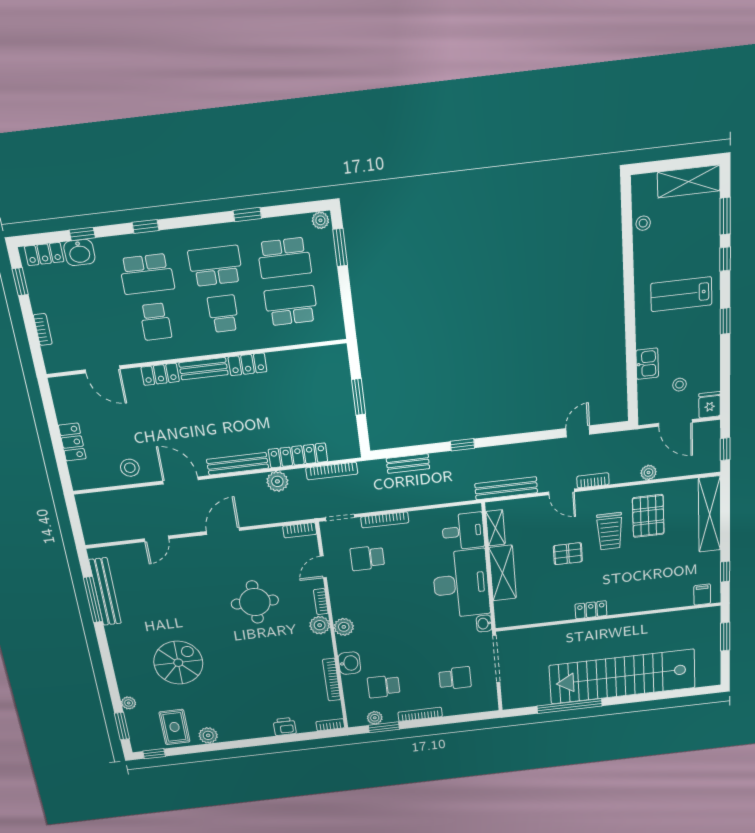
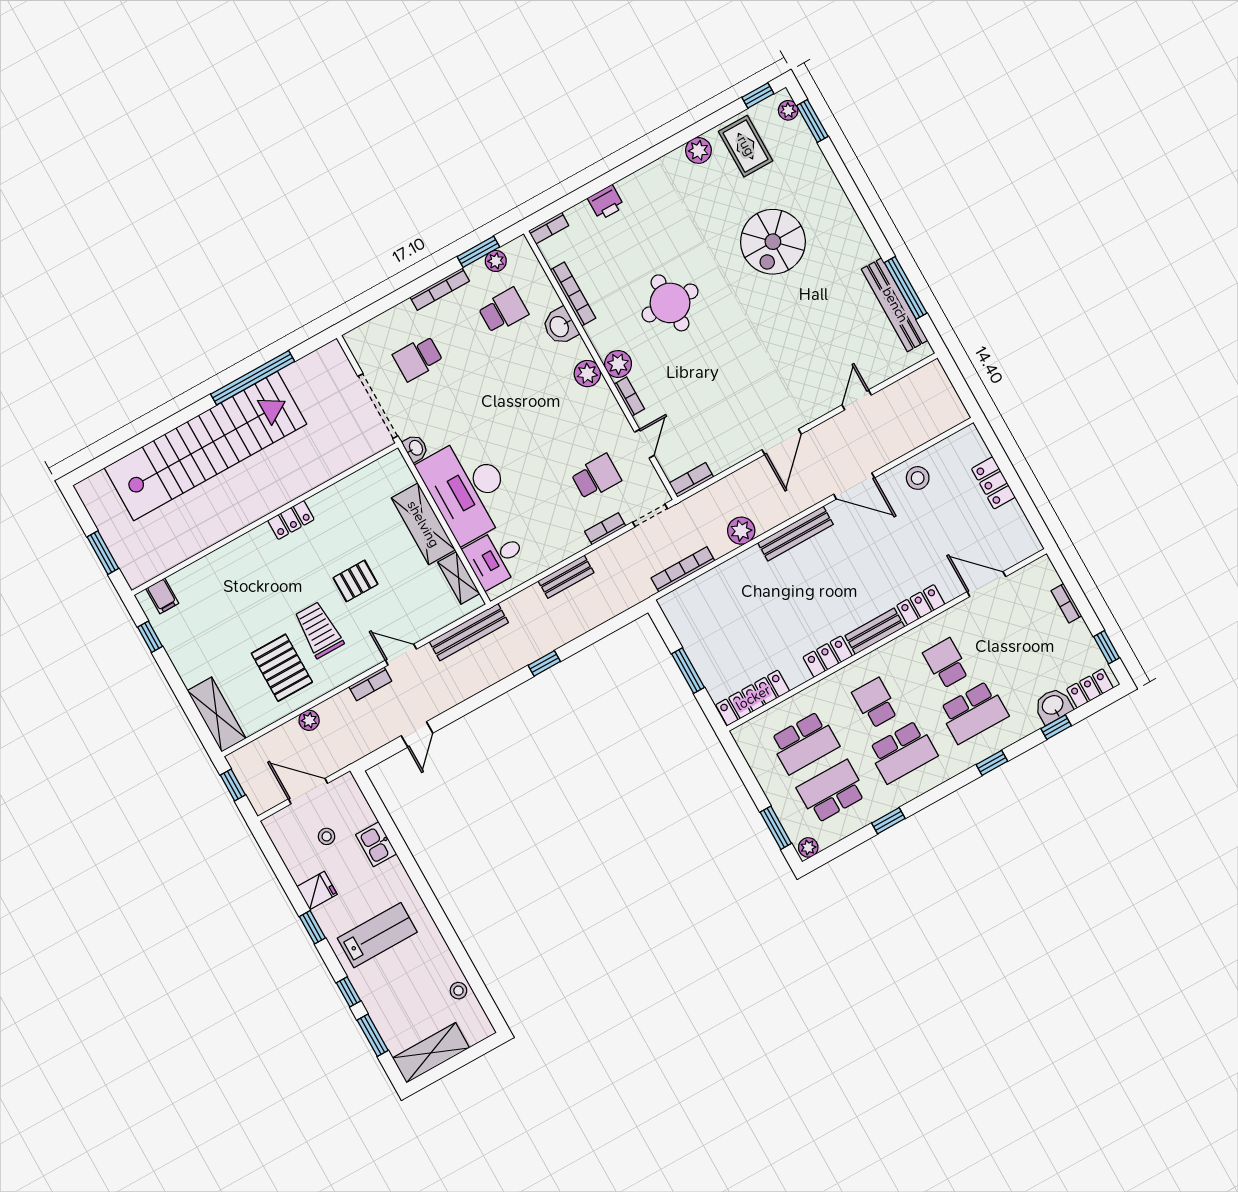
school desk: (147, 274) -> (974, 712), turned 180
school desk: (223, 314) -> (875, 703), turned 180
fridge: (710, 405) -> (317, 891), moved, turned -90
locker: (298, 455) -> (753, 698), moved, turned 180
bench: (408, 464) -> (566, 577), moved
shelving: (710, 514) -> (217, 714), width x0.68
bookcase: (385, 520) -> (605, 529), width x0.64
round table: (255, 602) -> (670, 303), moved
plant: (129, 703) -> (788, 110), moved

